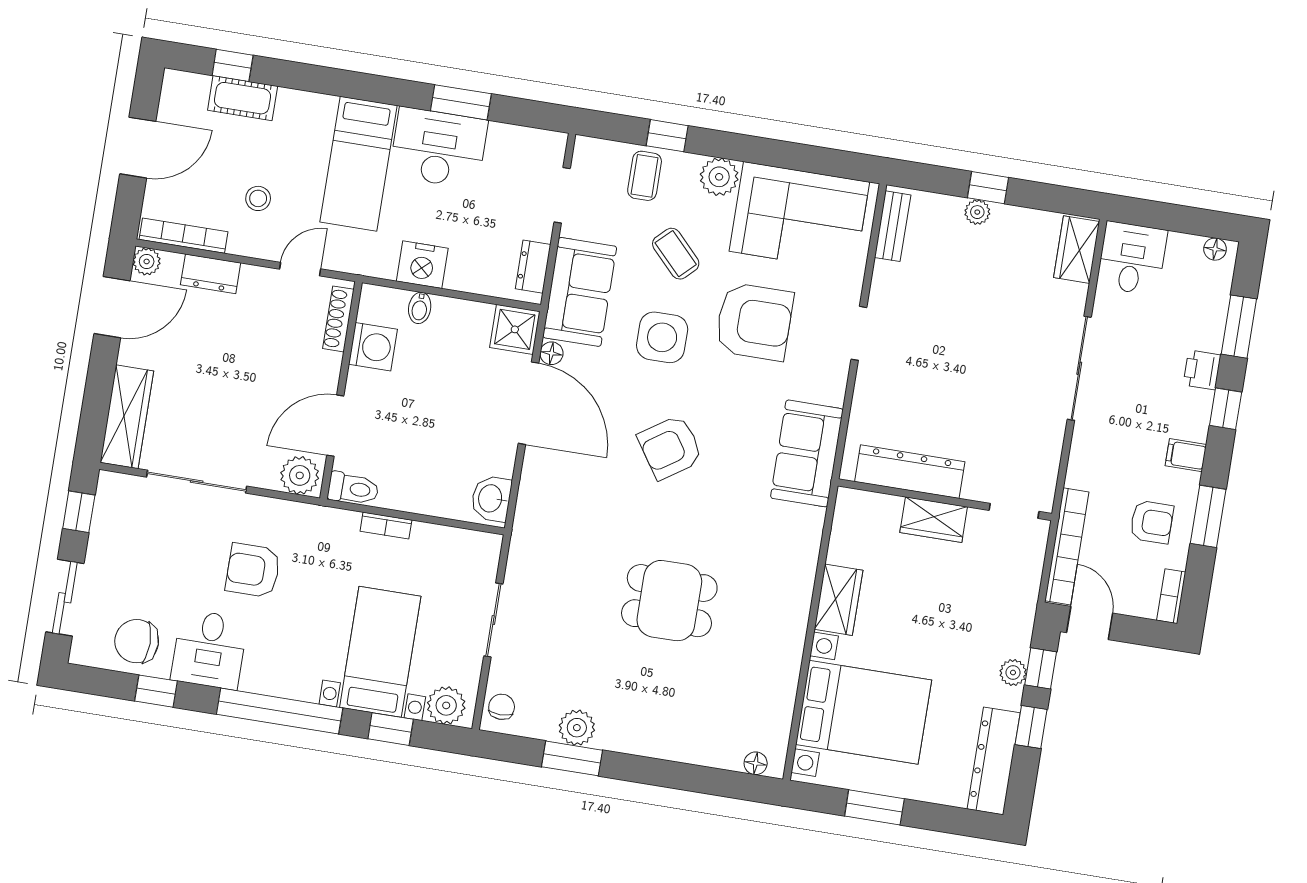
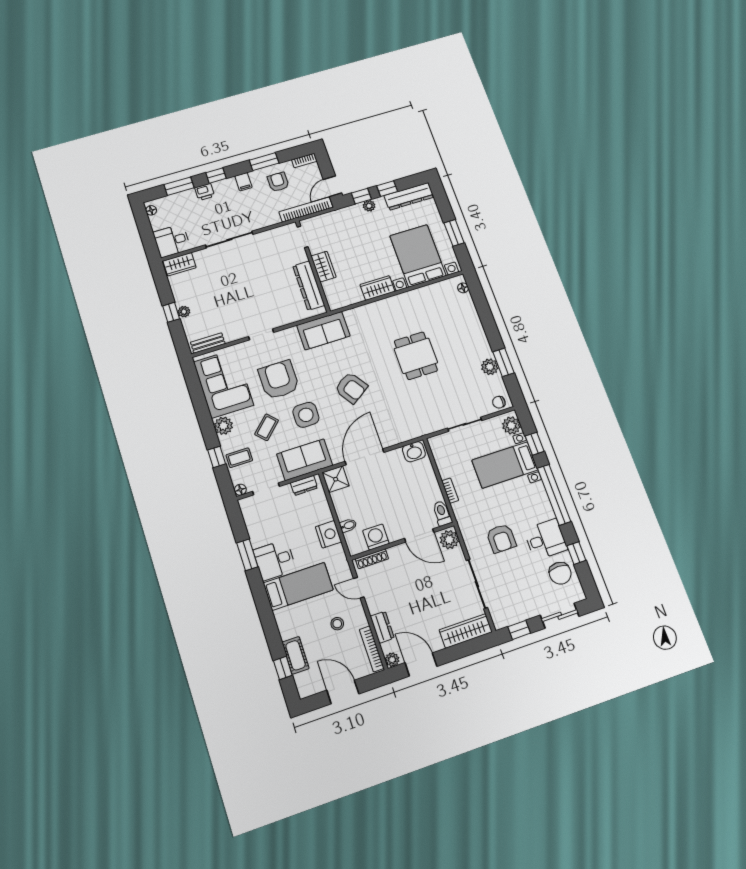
desk: (438, 148) -> (275, 560), width x0.73
floor lamp: (551, 353) -> (240, 490), moved

